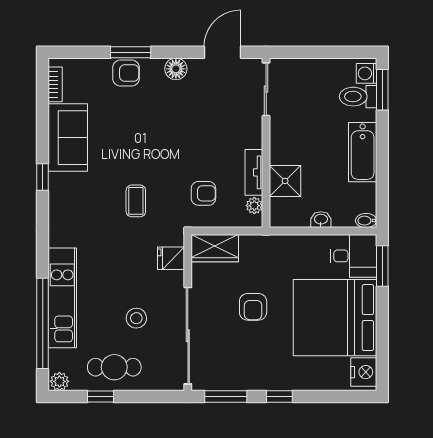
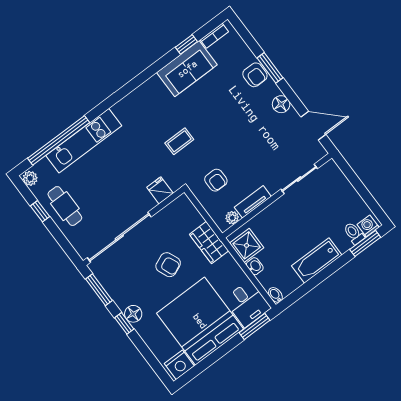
sliding door: (266, 89) -> (299, 179), moved
toilet: (358, 97) -> (354, 233), width x0.73, depth x0.72
window: (43, 177) -> (186, 44), moved
shower: (285, 181) -> (247, 245), moved
wardrobe: (215, 248) -> (209, 243), moved
armchair: (253, 307) -> (168, 265), turned -113
stool: (136, 318) -> (106, 197), removed
floor lamp: (276, 380) -> (133, 314), added

